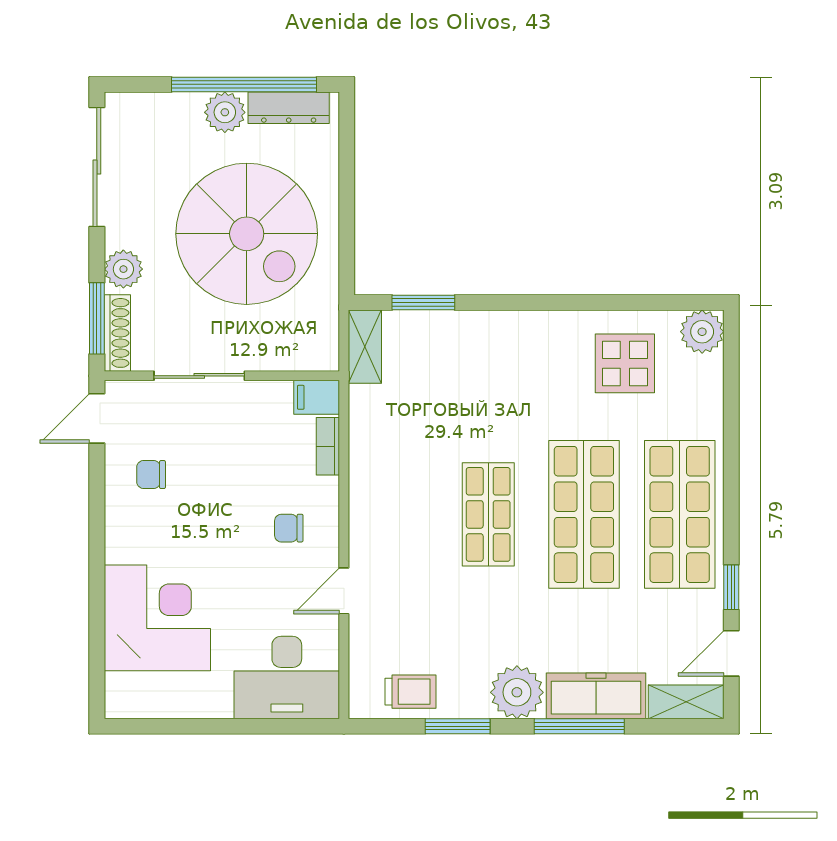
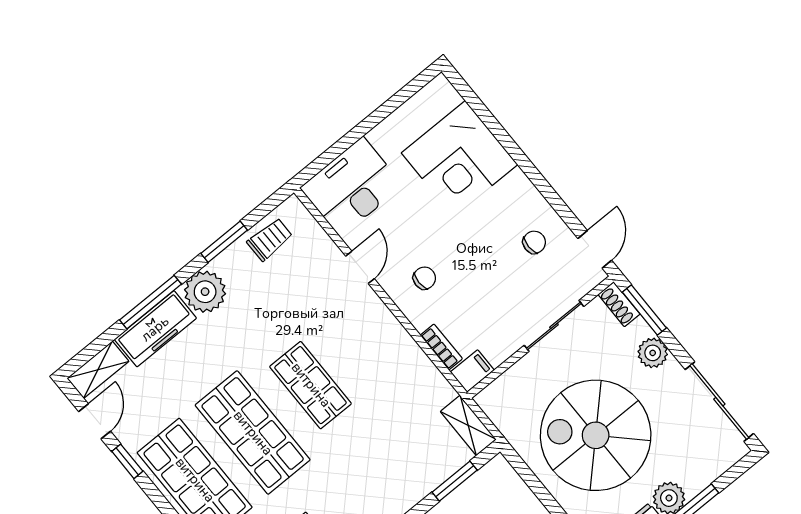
shoe rack: (117, 333) -> (619, 304), width x0.70
trolley: (410, 692) -> (270, 239), turned 180

